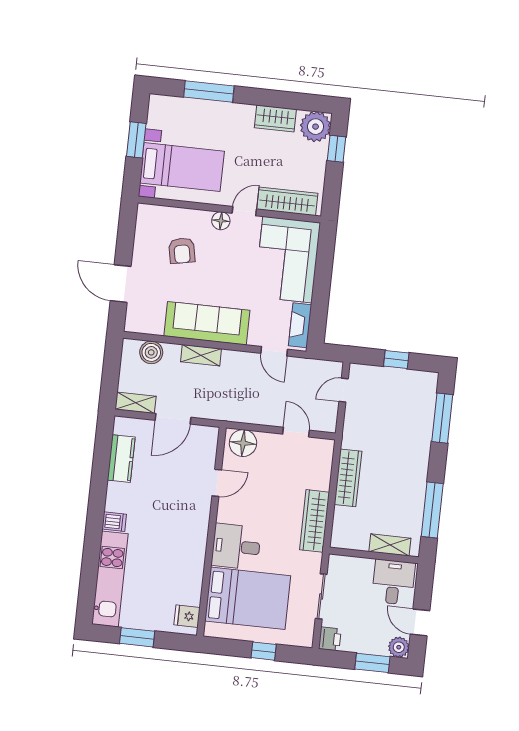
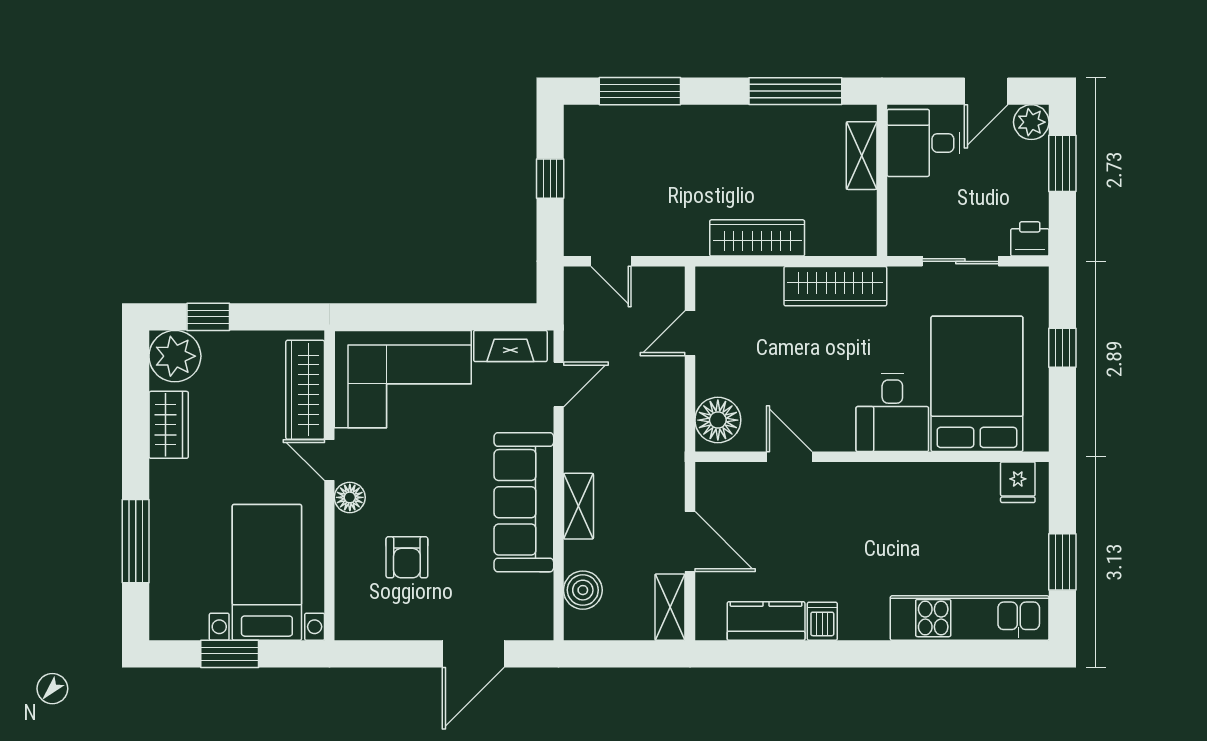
armchair: (182, 251) -> (407, 557), turned 101
dishwasher: (114, 522) -> (822, 621), moved

